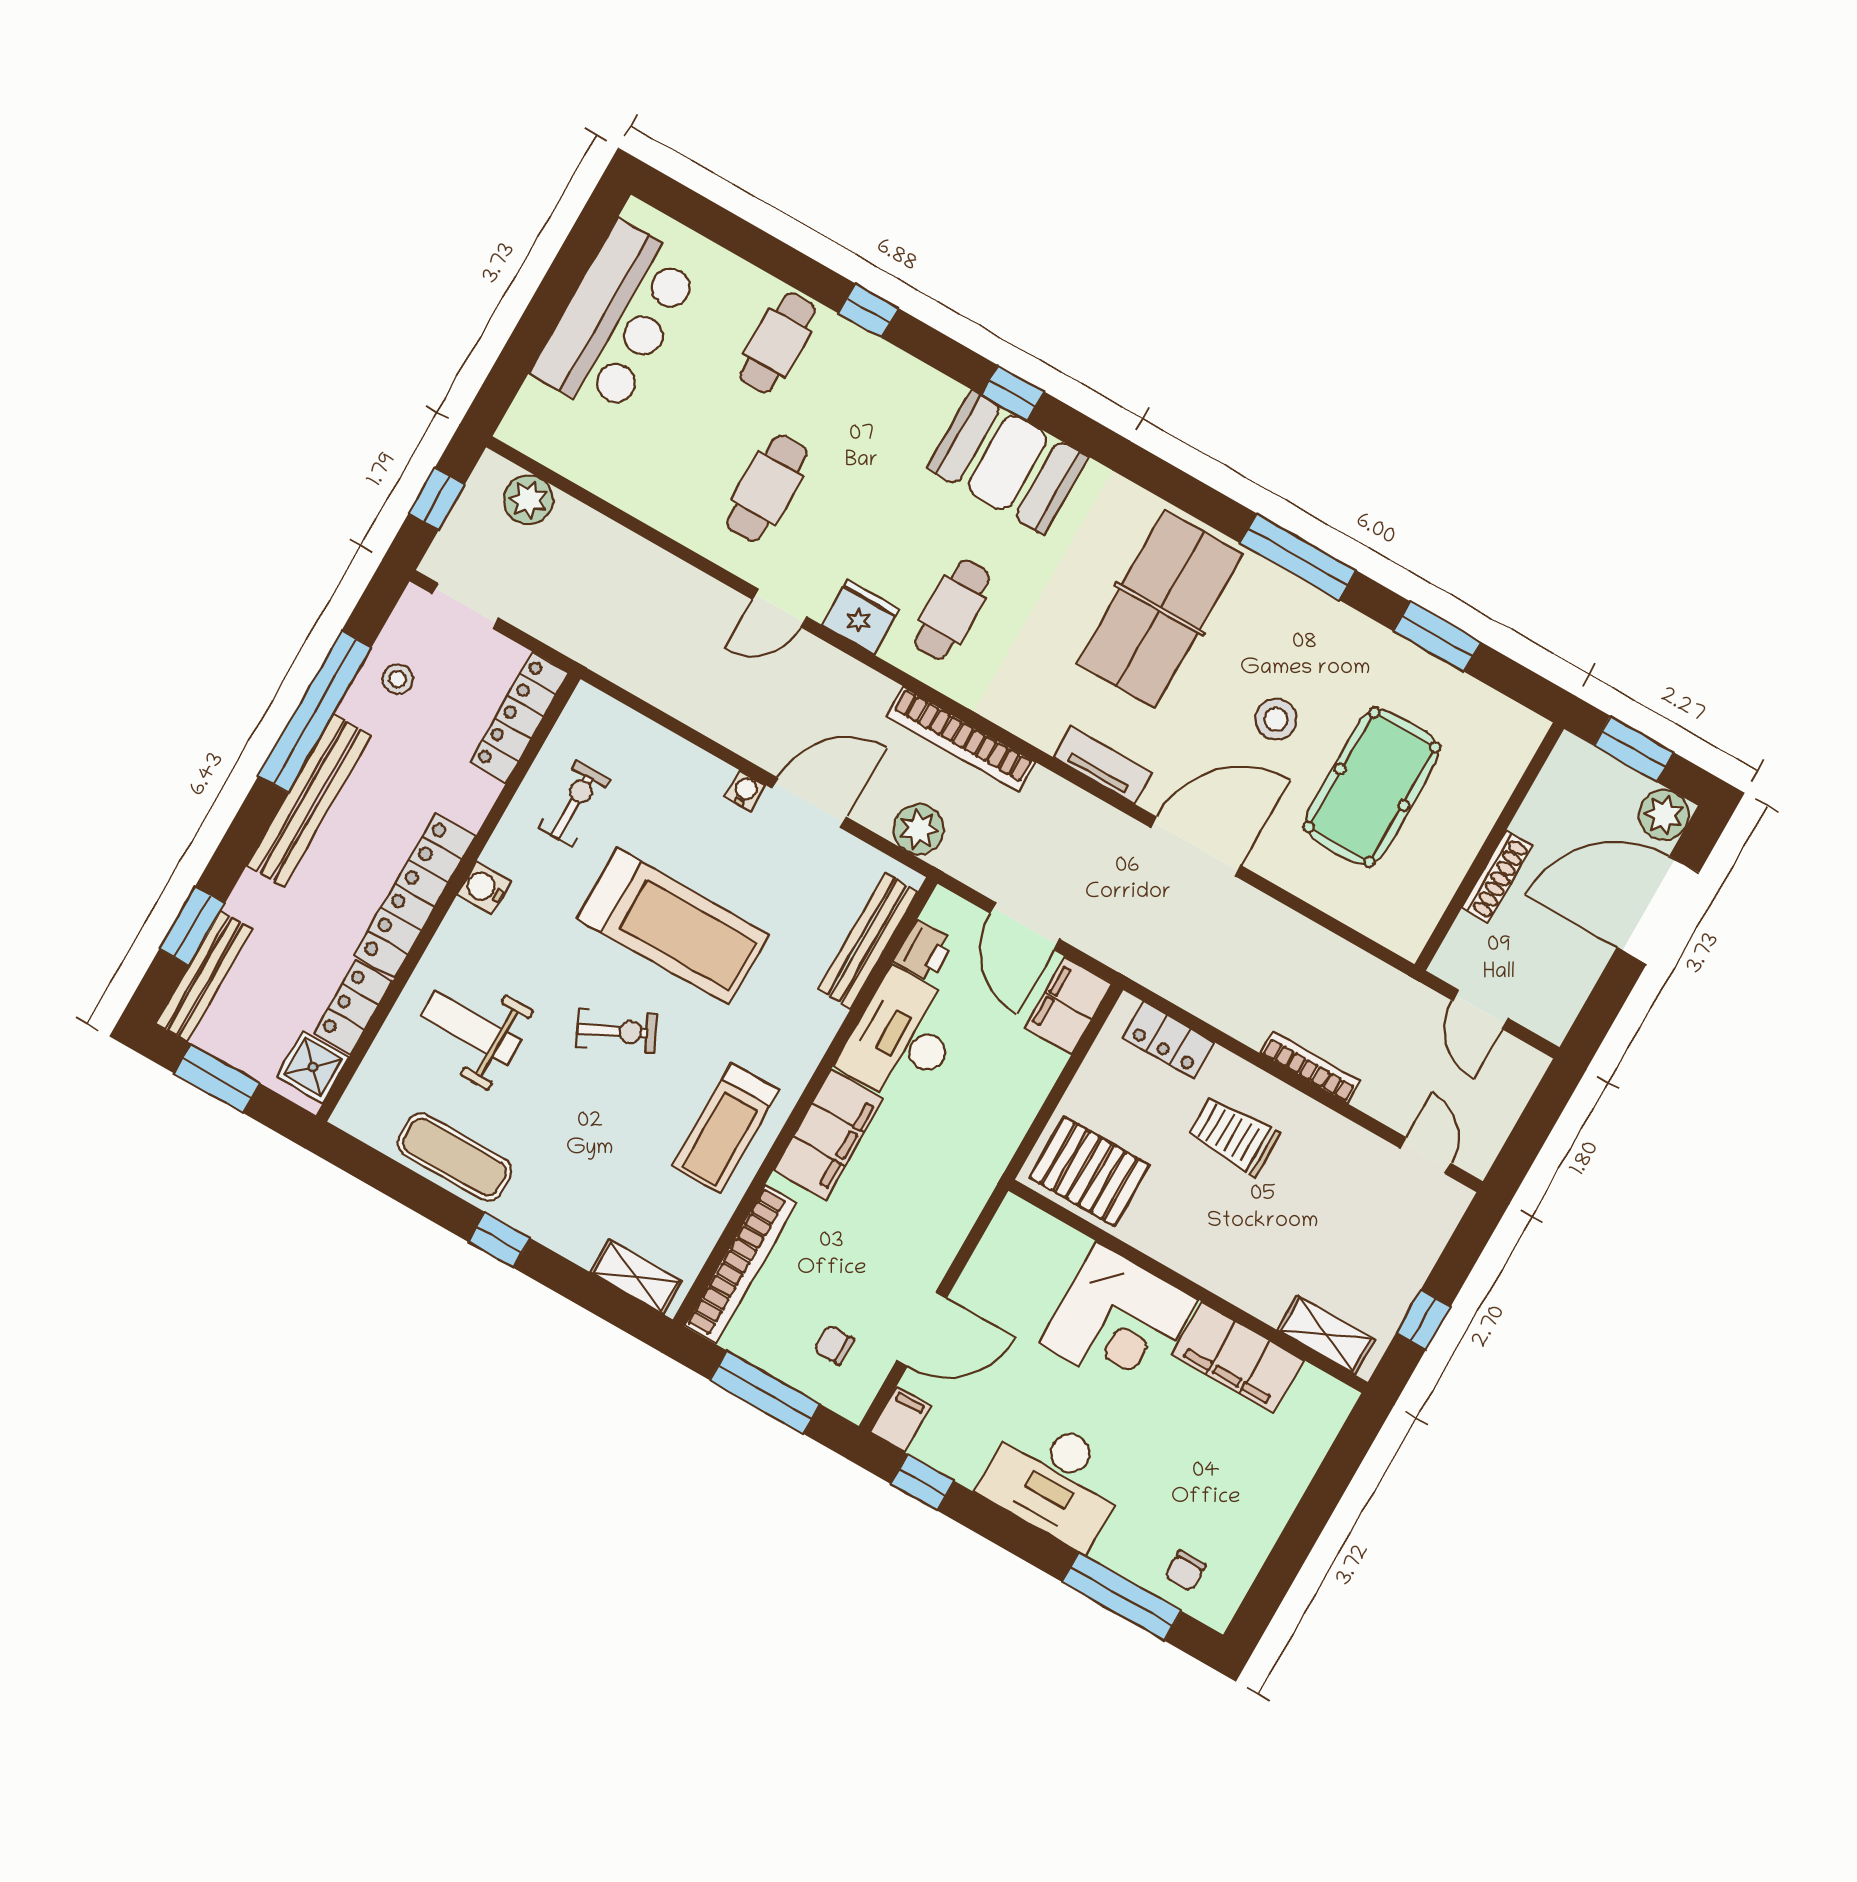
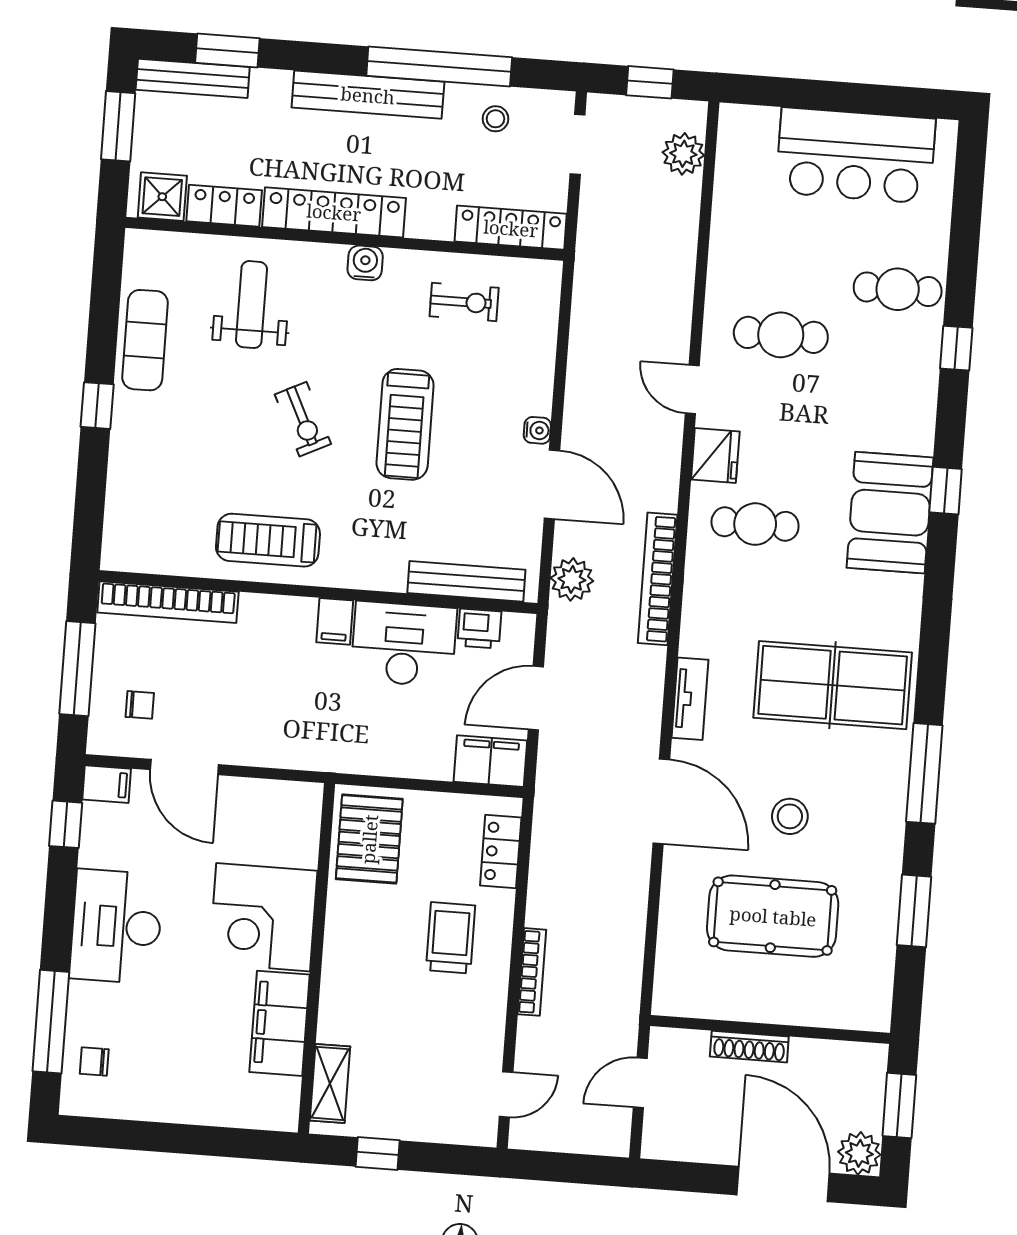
treadmill: (673, 927) -> (405, 424), width x0.73, depth x0.73
filing cabinet: (828, 1135) -> (335, 621), width x0.33, depth x0.86
shelving: (636, 1277) -> (119, 526), removed
chair: (834, 1345) -> (140, 705), turned 90

